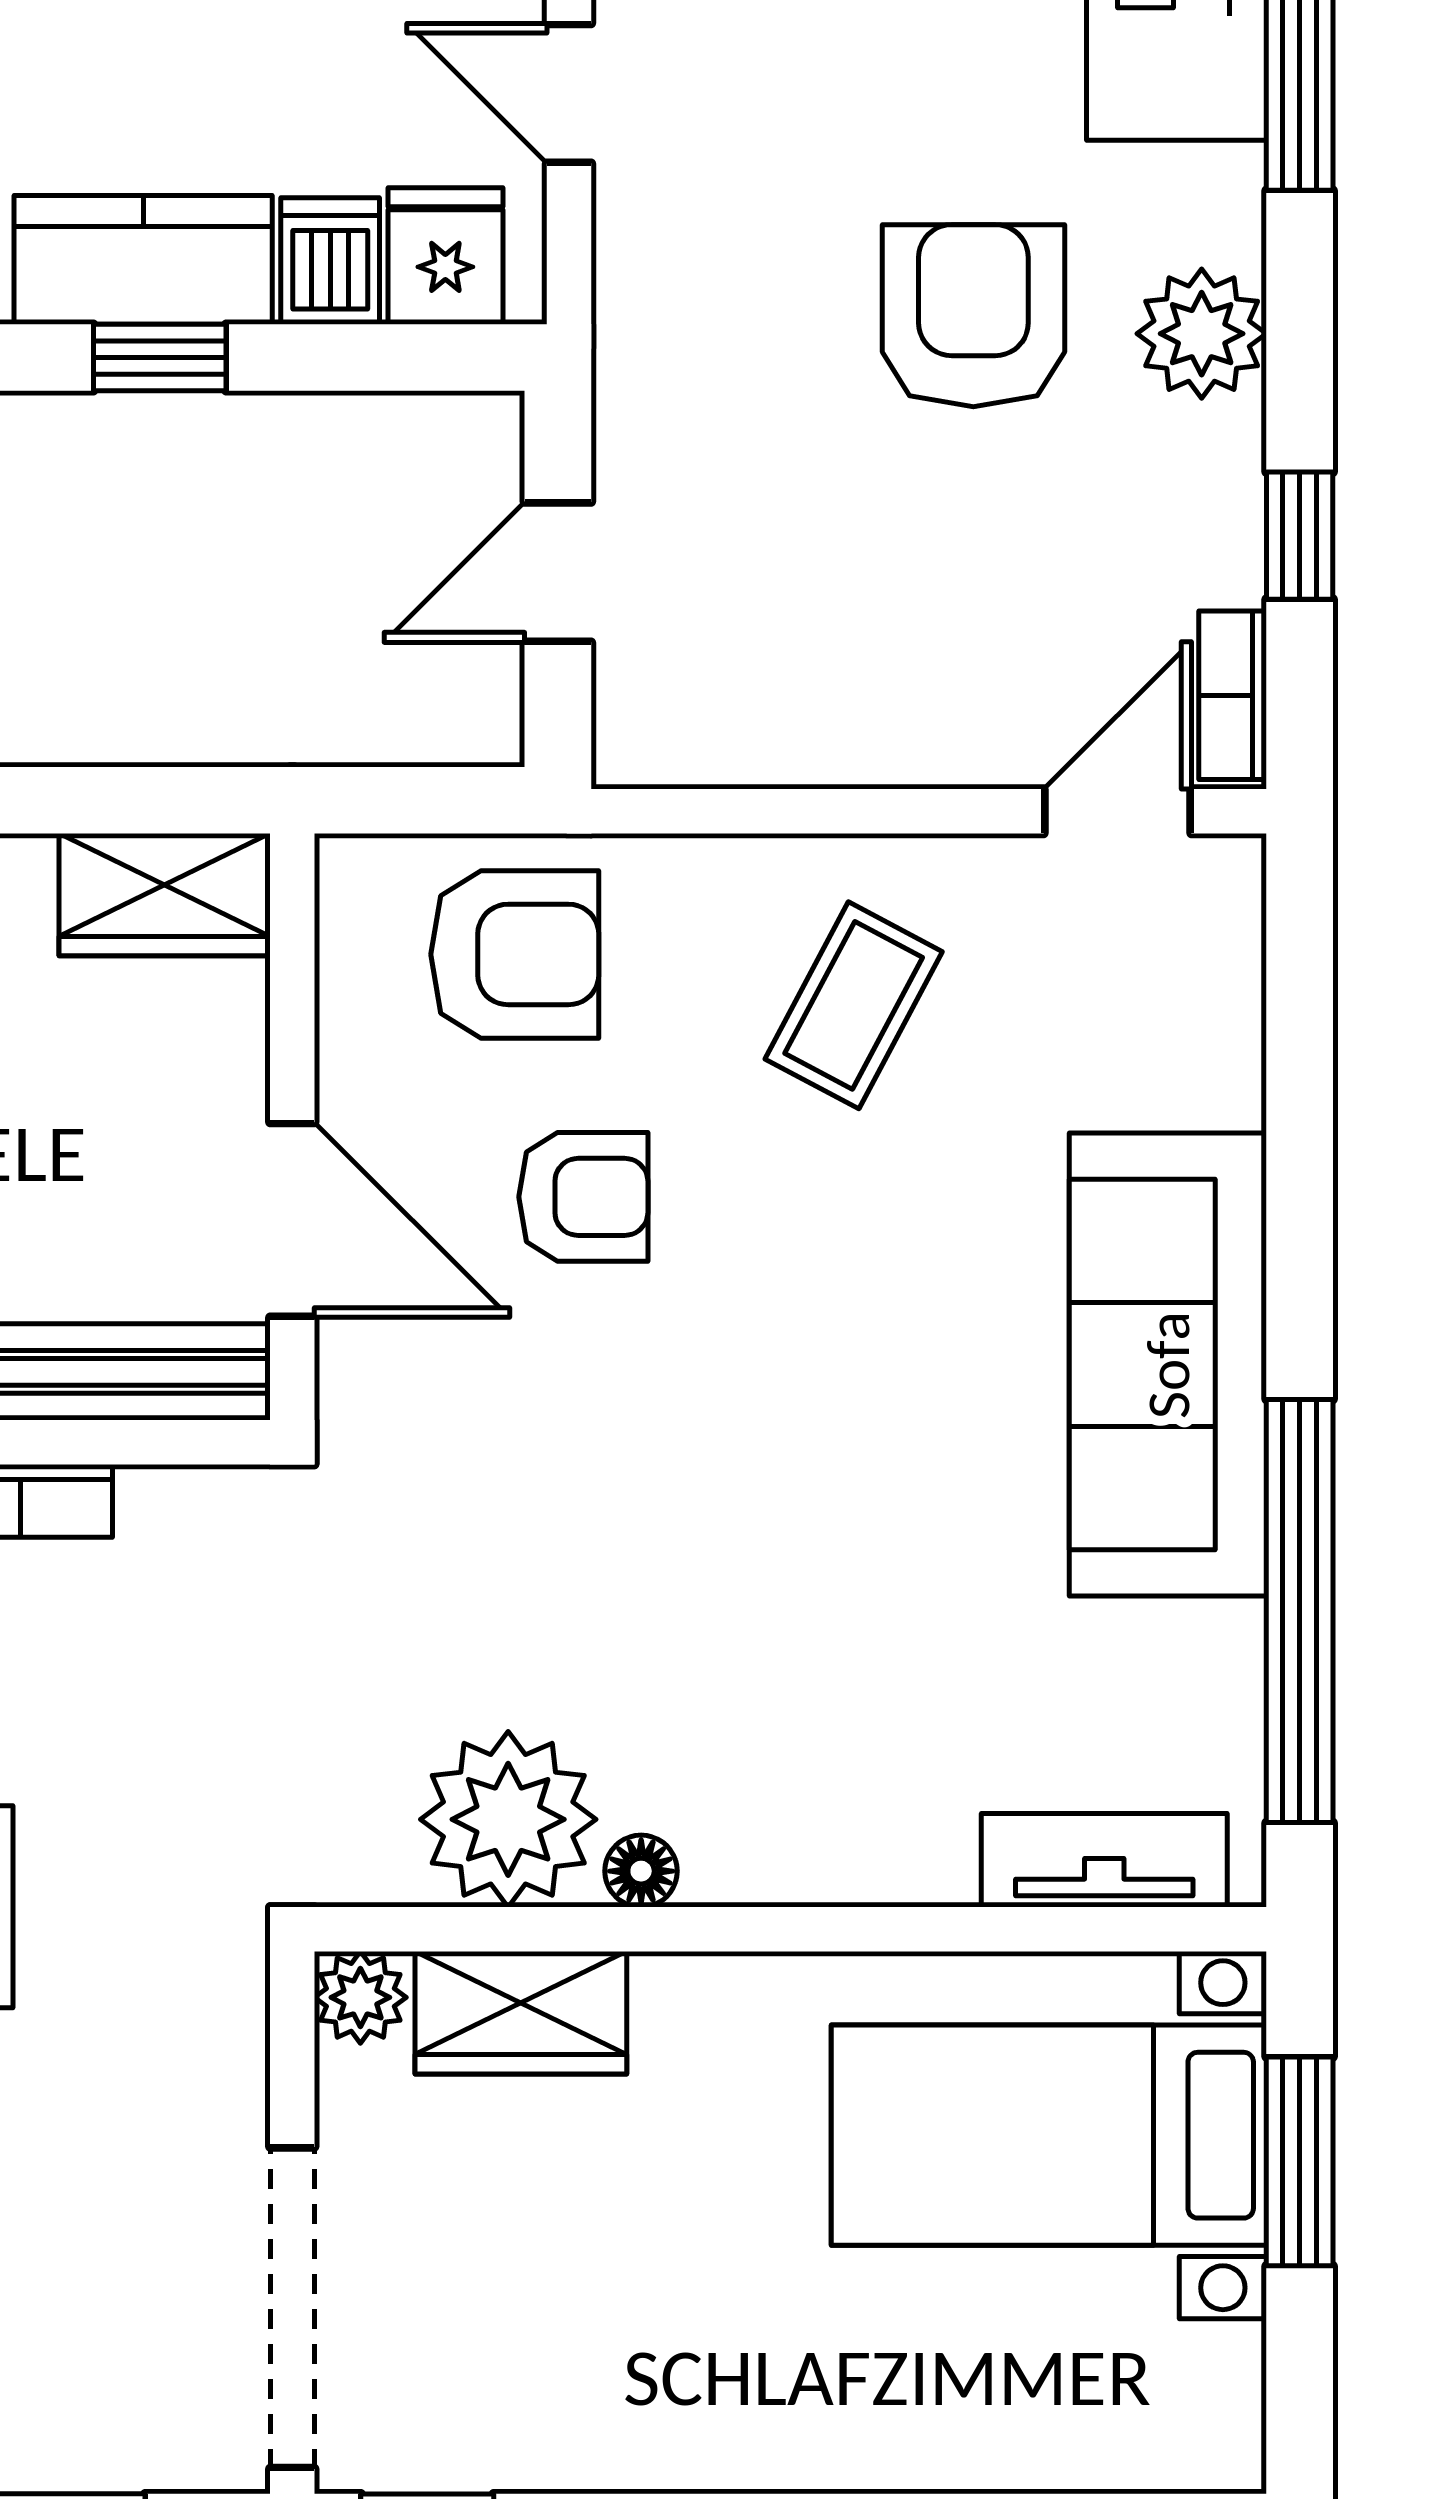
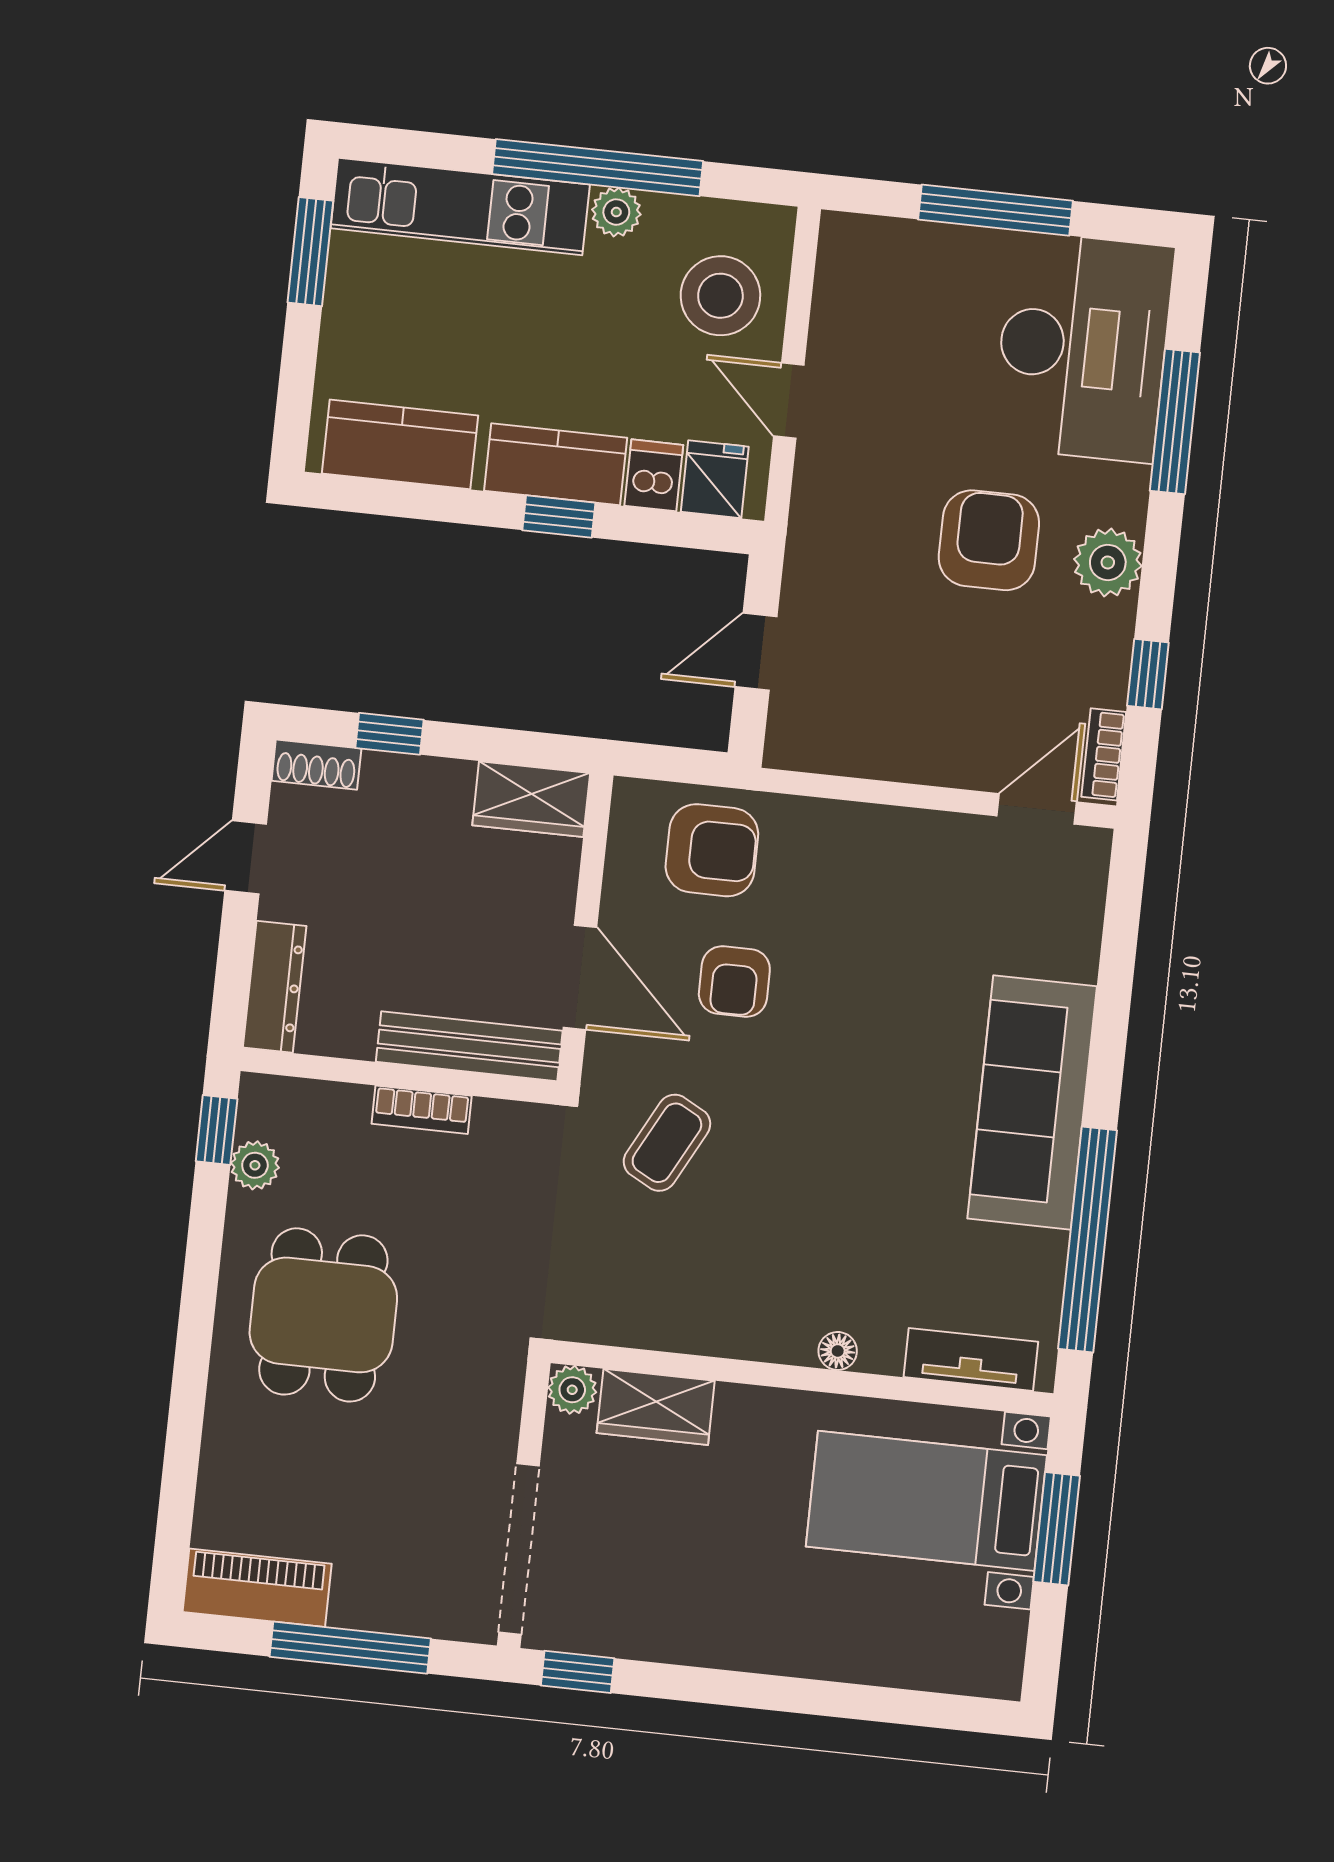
coffee table: (854, 1005) -> (667, 1143), moved
armchair: (583, 1197) -> (734, 981), turned 90
plant: (508, 1819) -> (660, 1304), removed
floor lamp: (641, 1871) -> (838, 1351), moved

